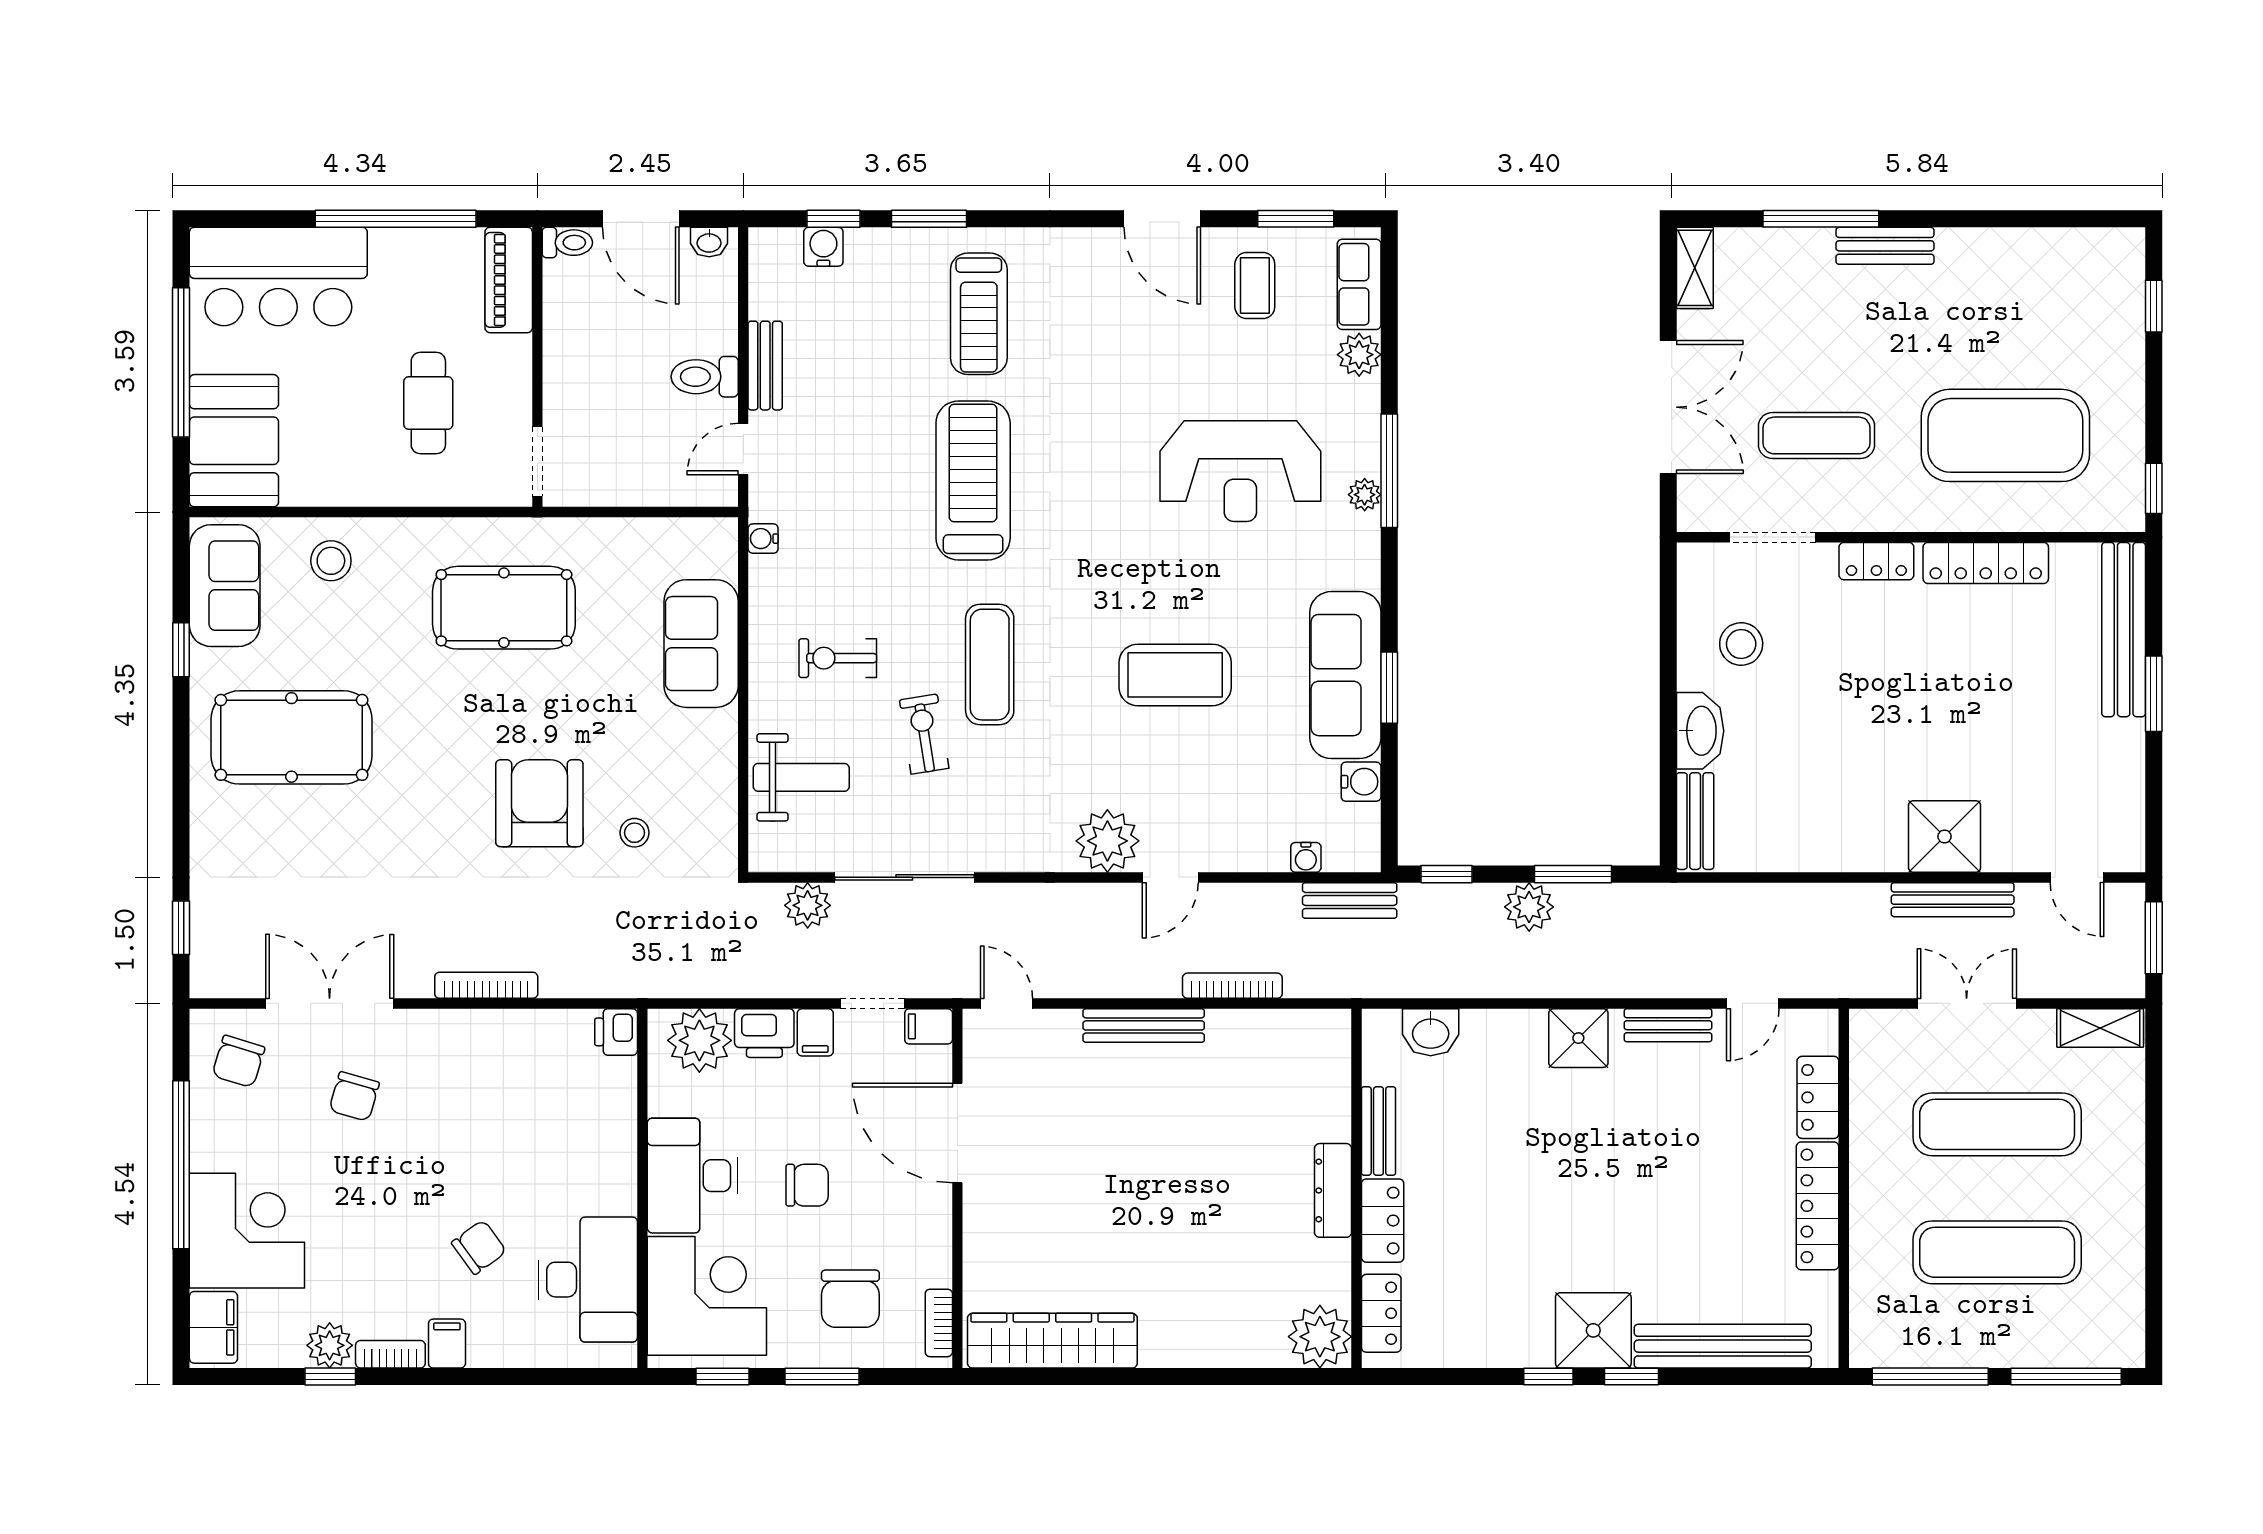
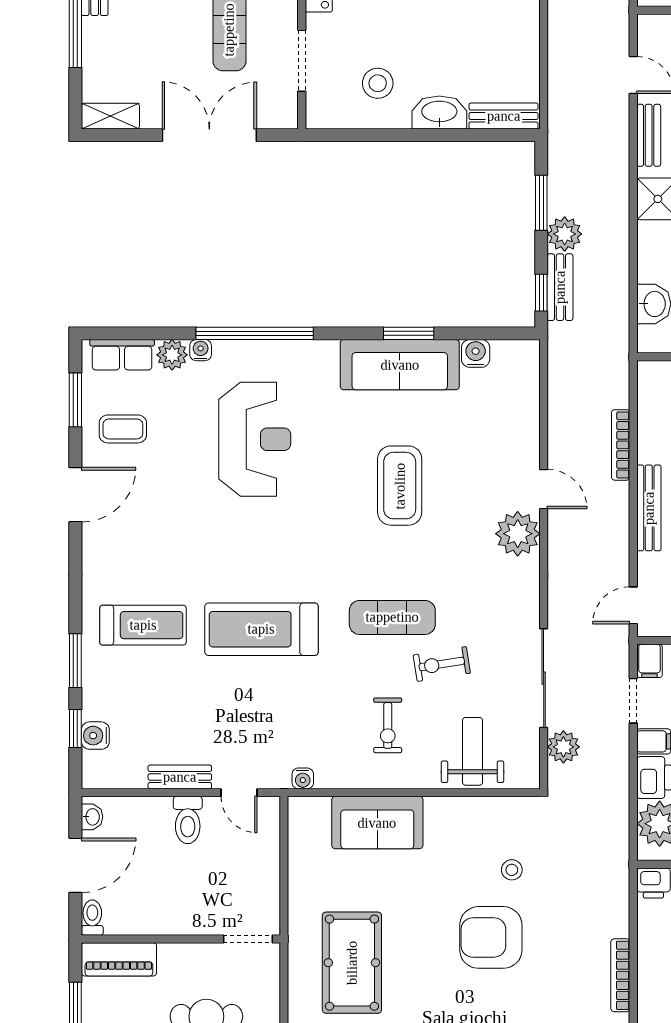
window: (1389, 471) -> (255, 333), width x1.46
plant: (1365, 495) -> (272, 351), removed
water cooler: (1306, 857) -> (201, 350), moved, turned -90
bench: (1350, 900) -> (560, 287), moved

